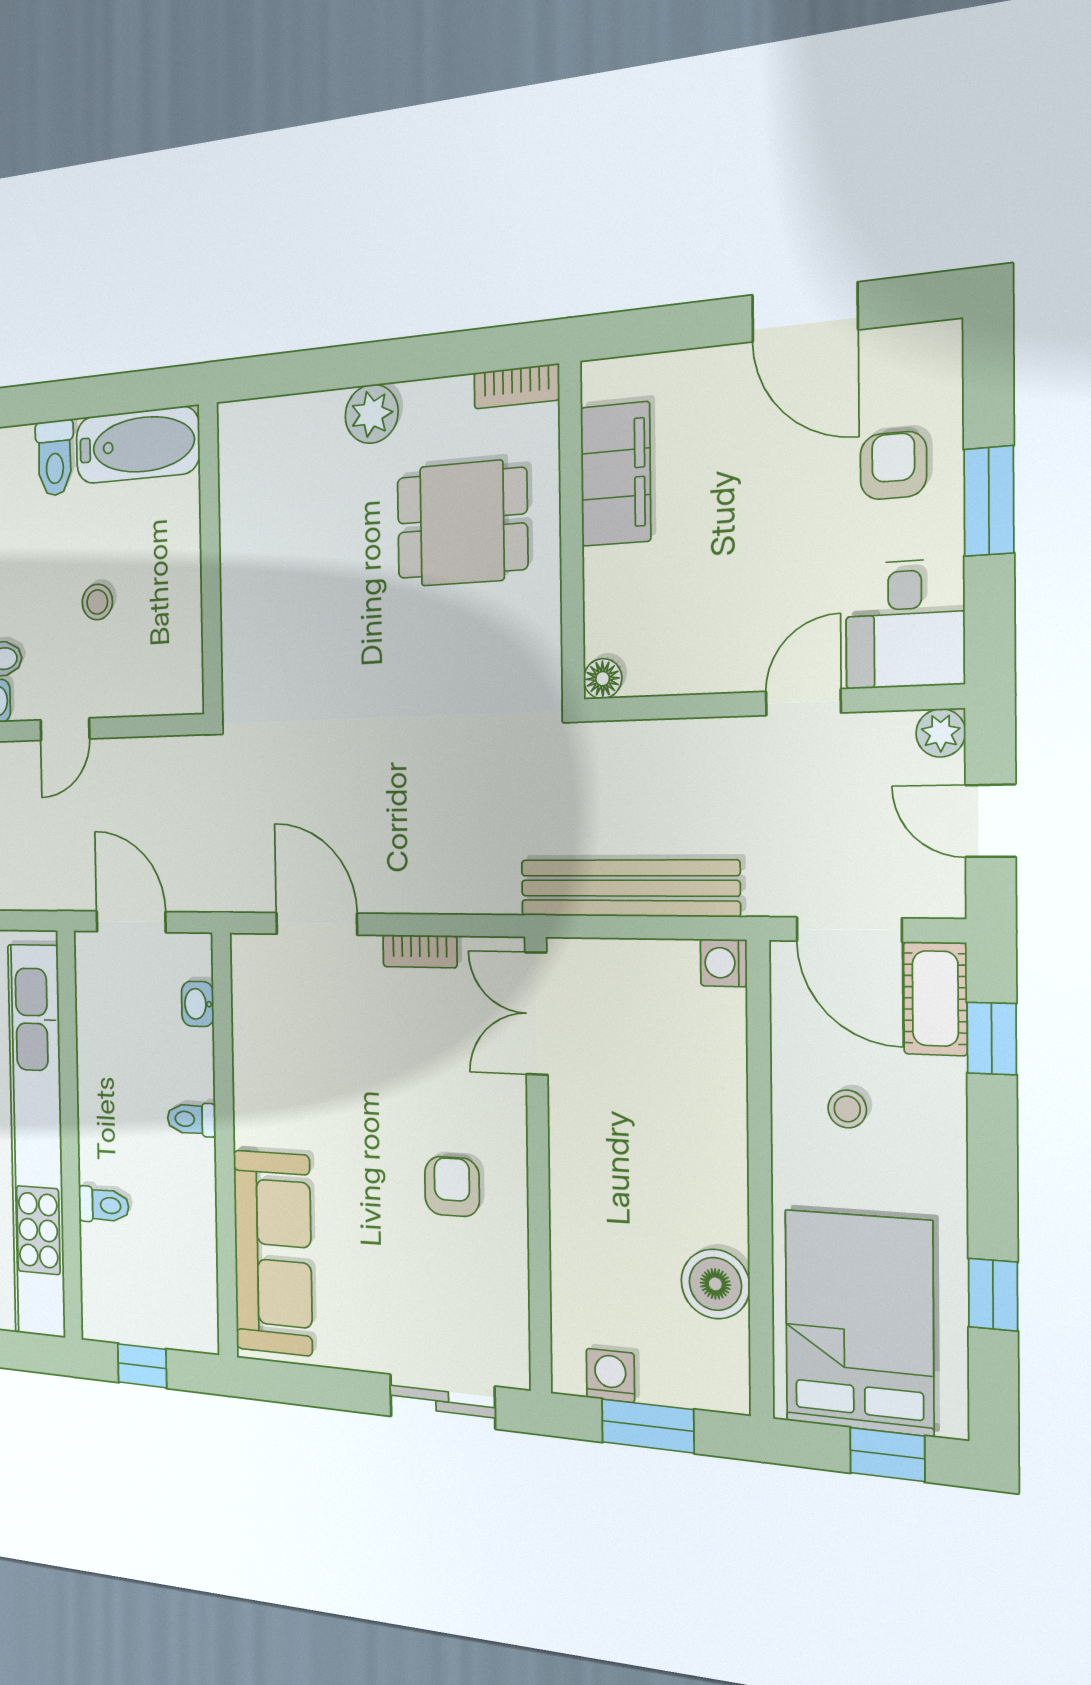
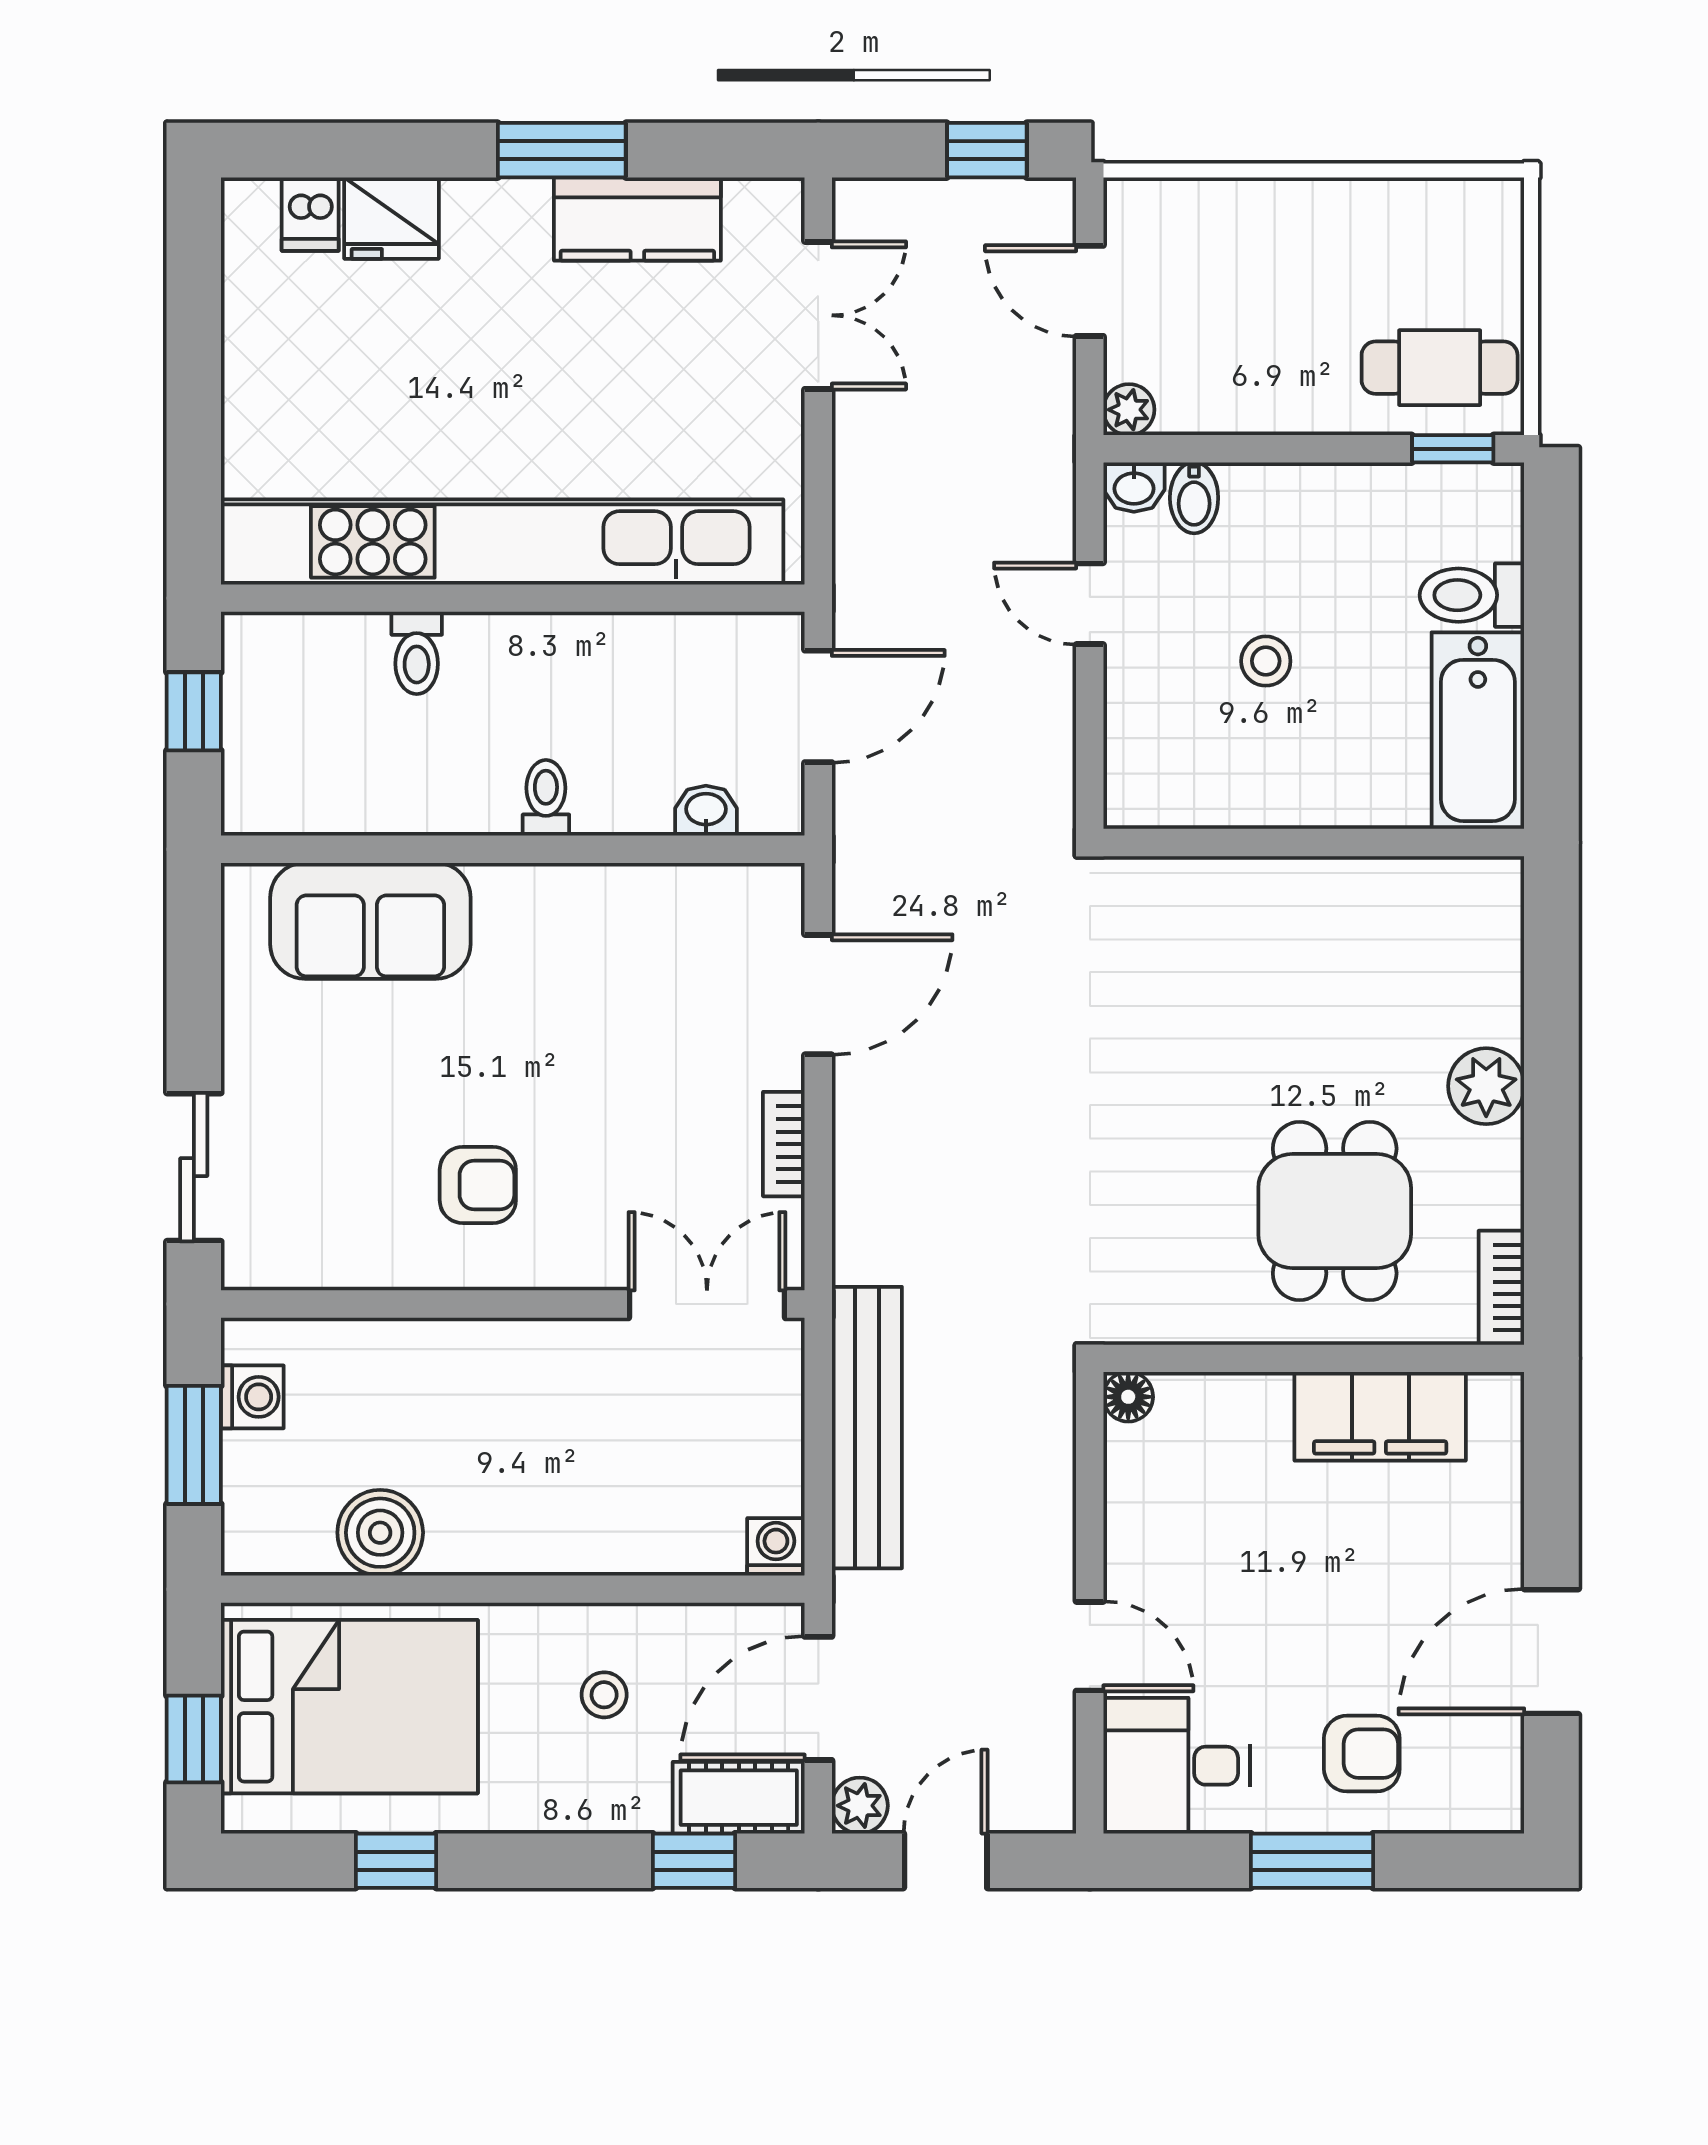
plant: (941, 733) -> (860, 1806), moved
sofa: (273, 1253) -> (370, 921), width x0.73

